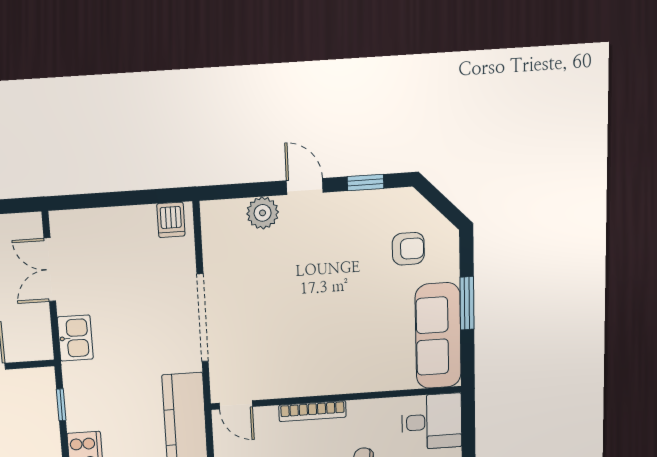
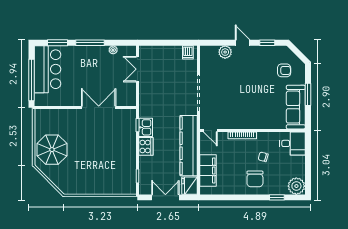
kitchen sink: (75, 338) -> (146, 127), moved

